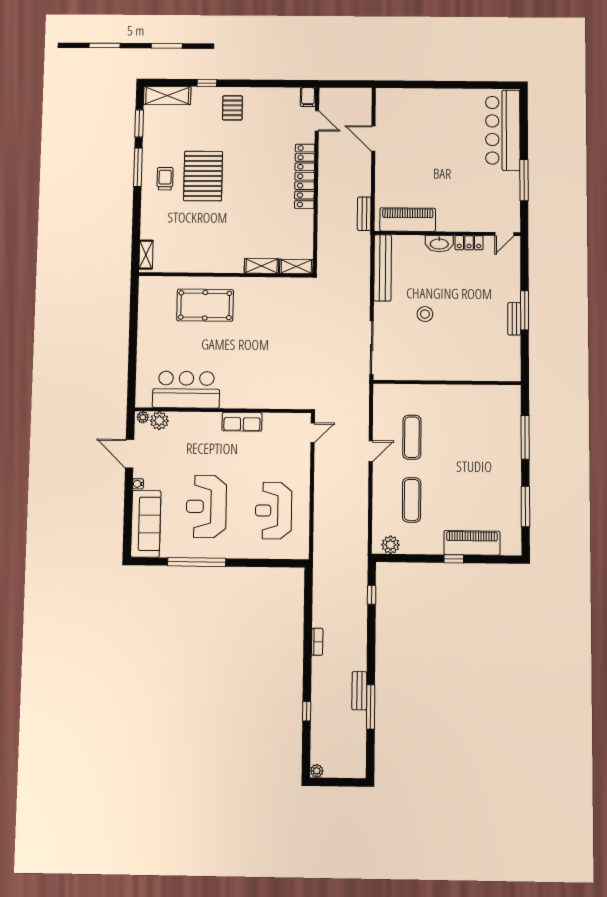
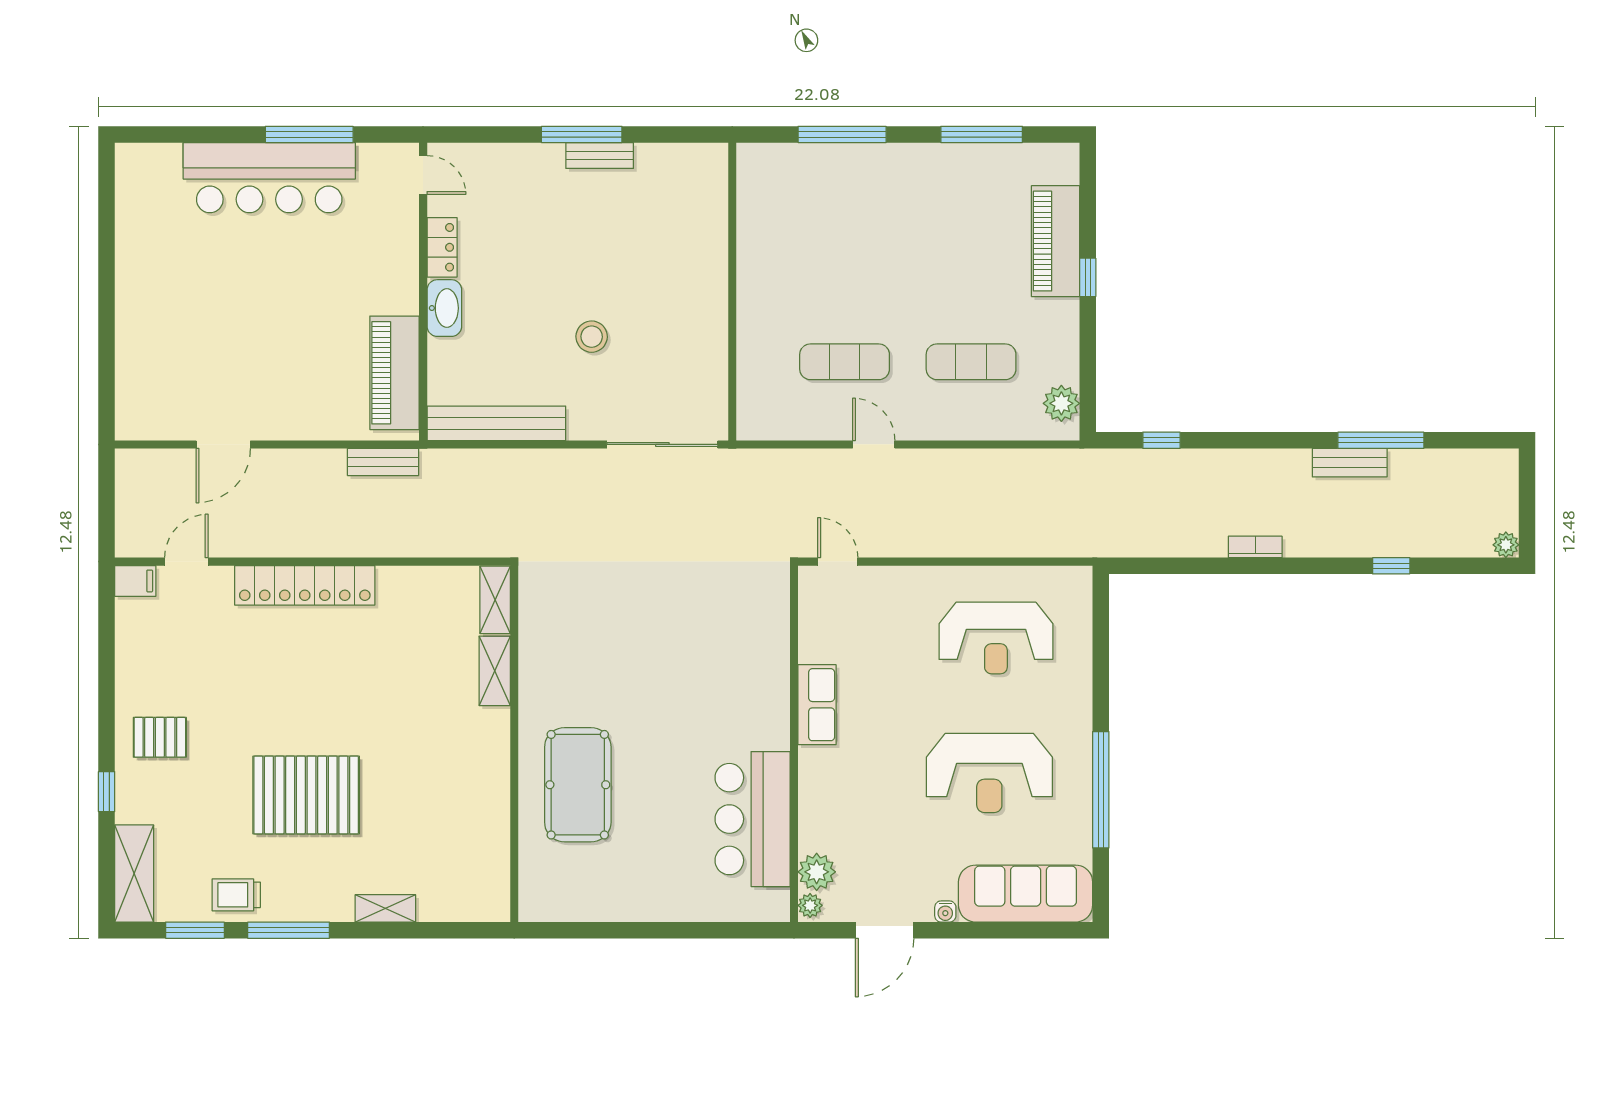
bar counter: (503, 130) -> (269, 178), moved
trolley: (165, 179) -> (236, 895), moved
shelving: (146, 255) -> (385, 908), moved

